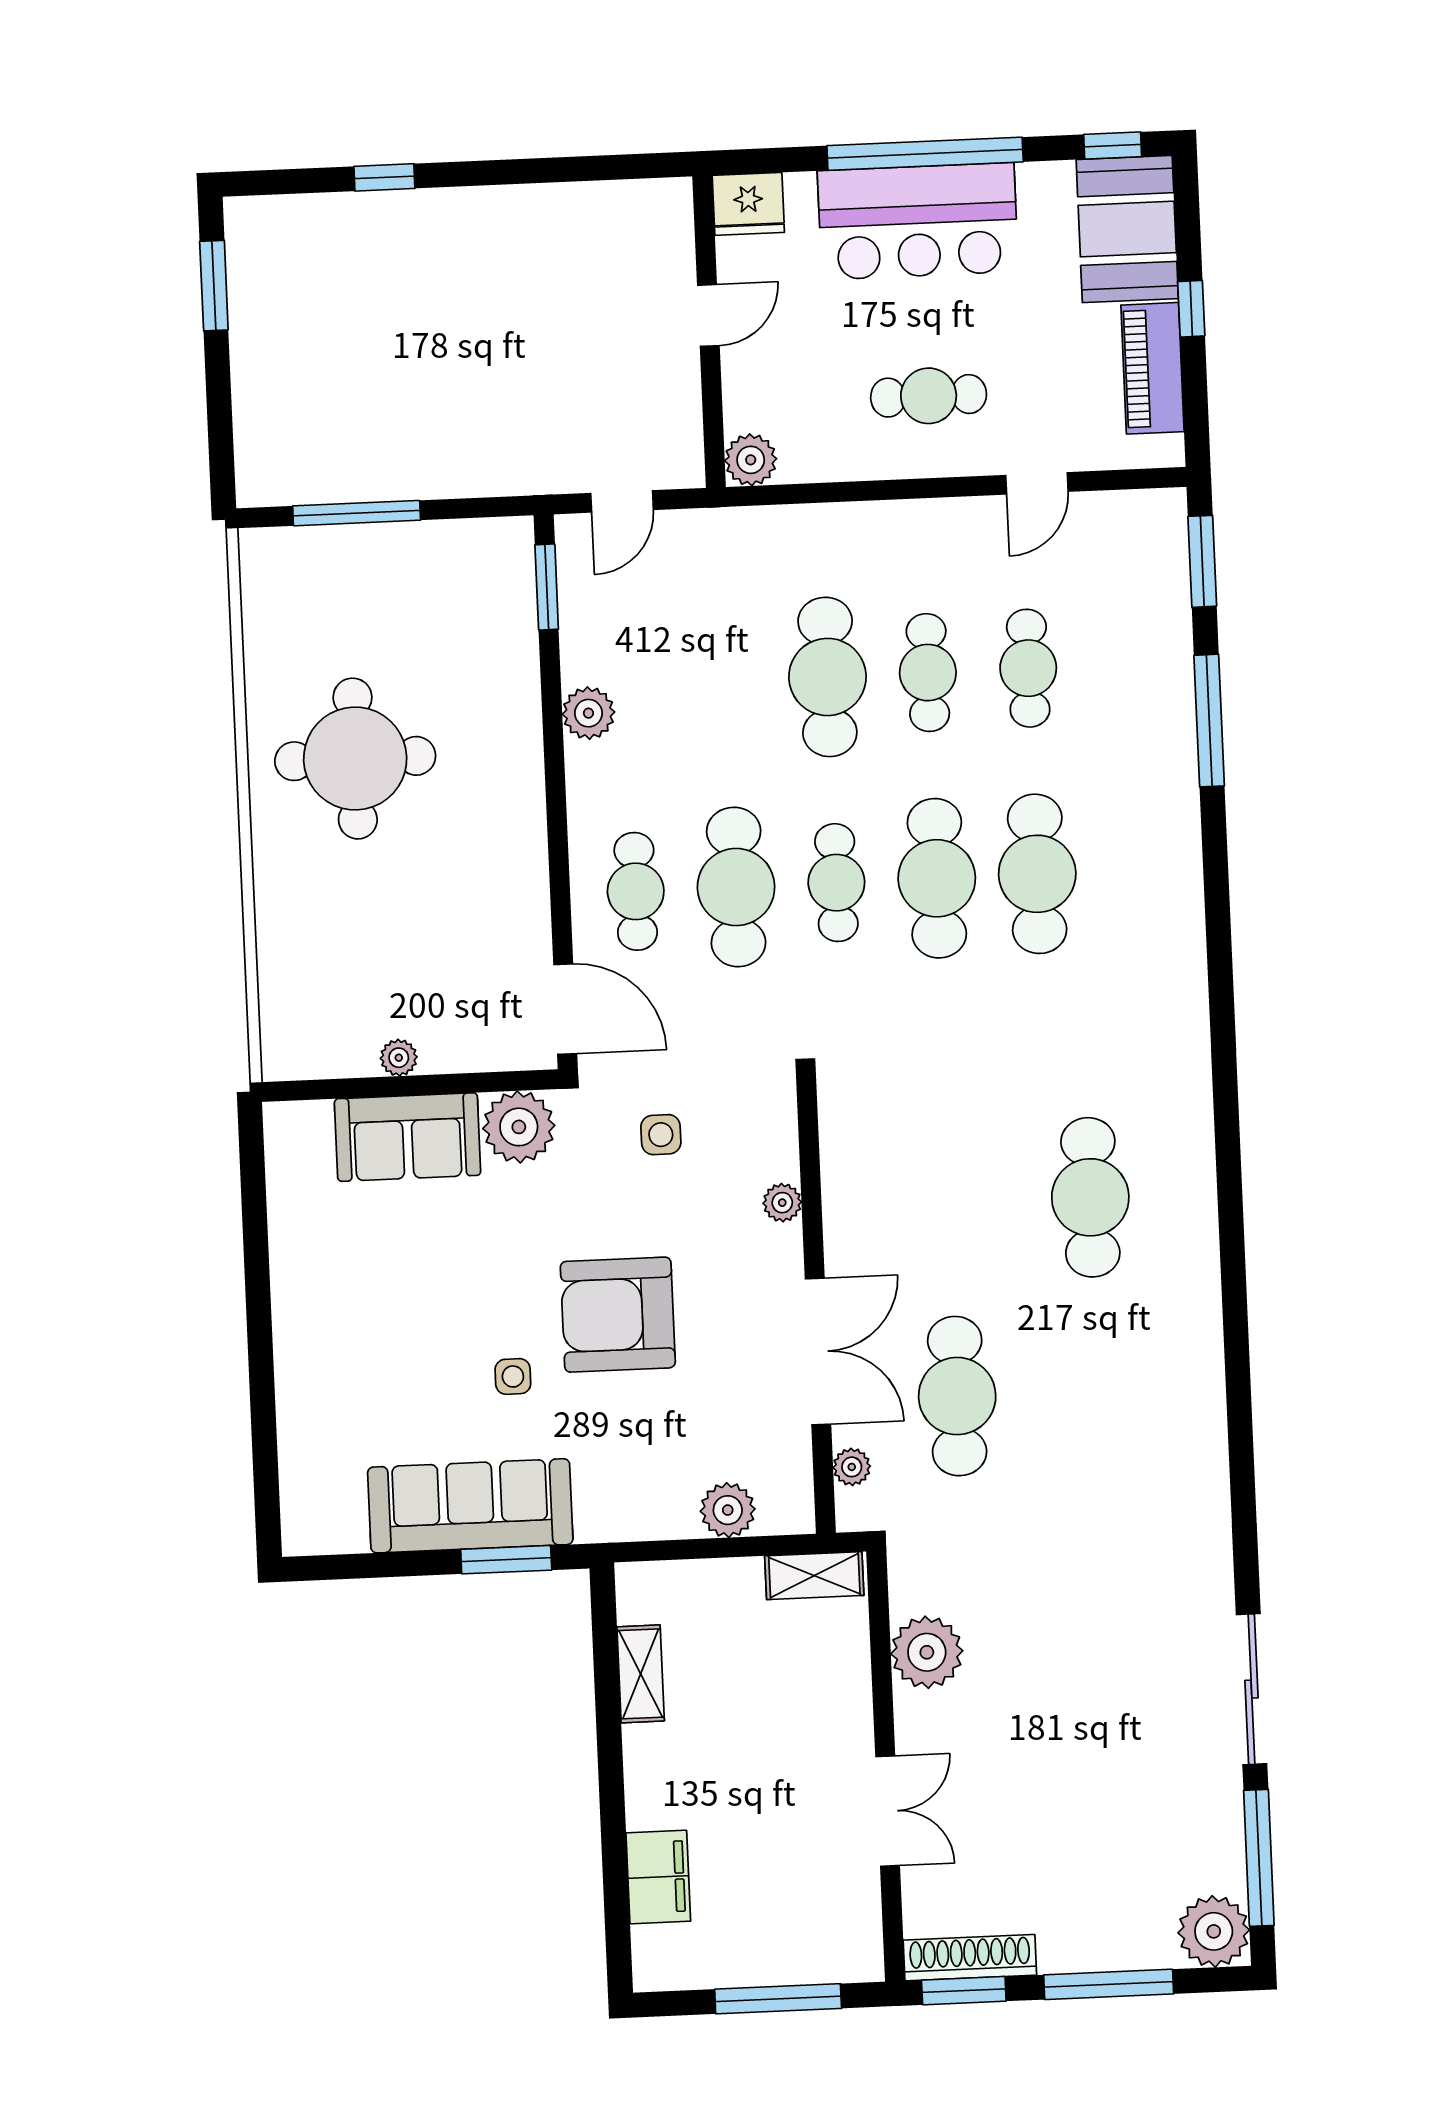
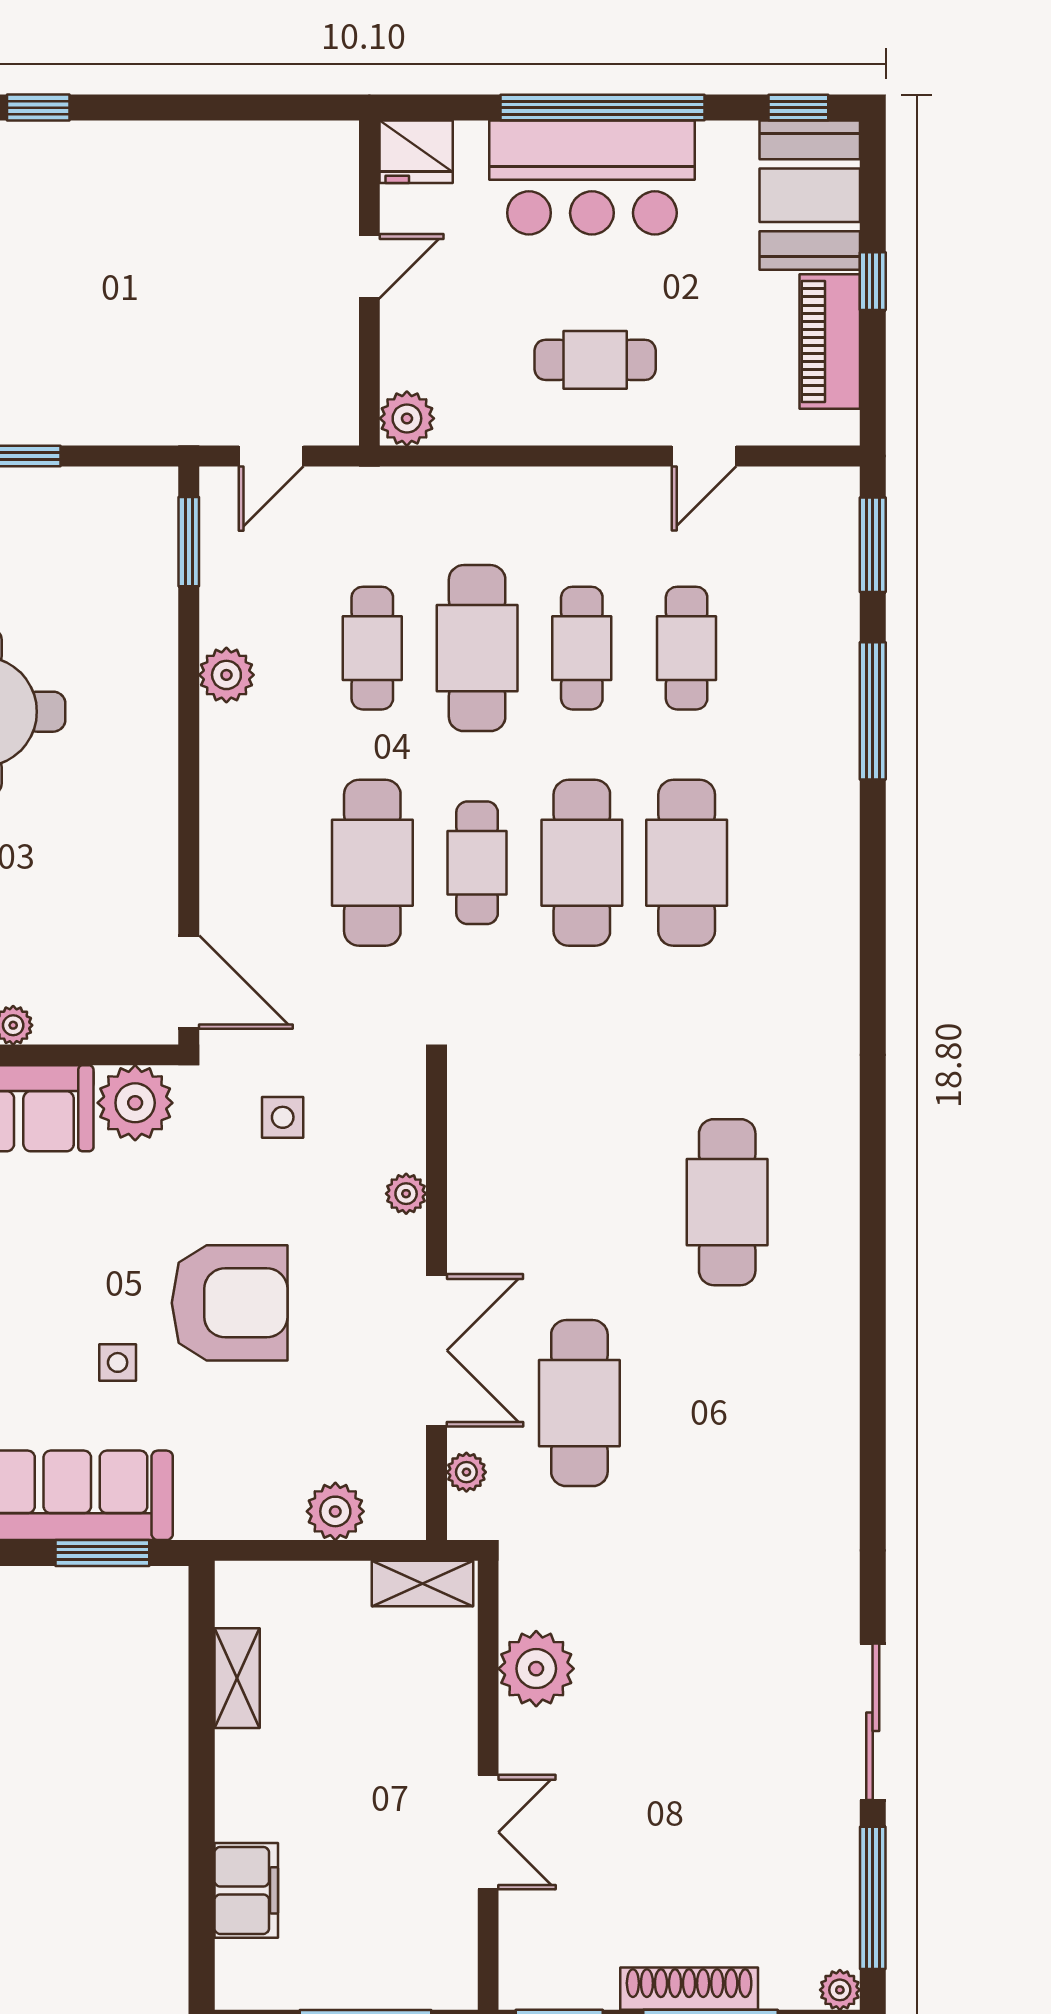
cafe table: (636, 891) -> (372, 648), moved
armchair: (618, 1315) -> (230, 1303), turned 180
plant: (1214, 1931) -> (840, 1990), width x0.53, depth x0.53
shoe rack: (970, 1958) -> (689, 1989), moved

